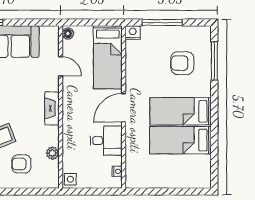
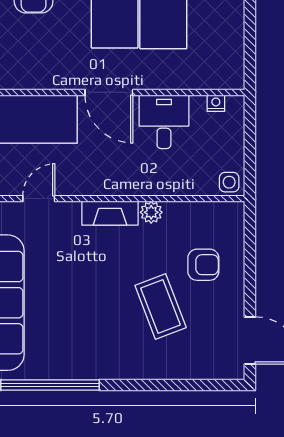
plant: (52, 153) -> (151, 212), moved
armchair: (21, 164) -> (203, 265), turned -90

